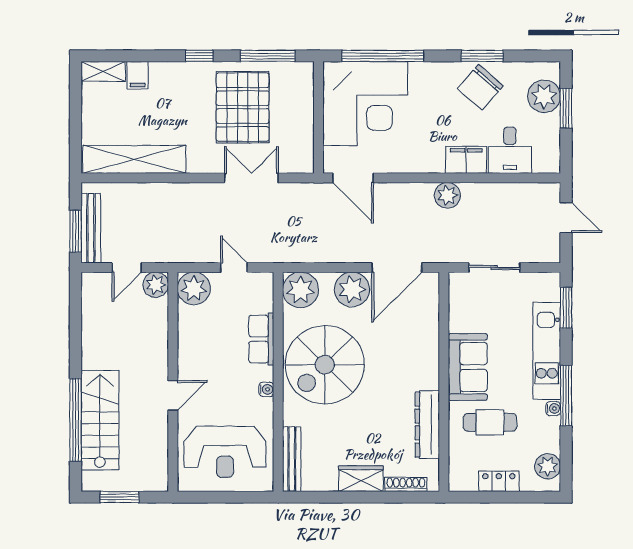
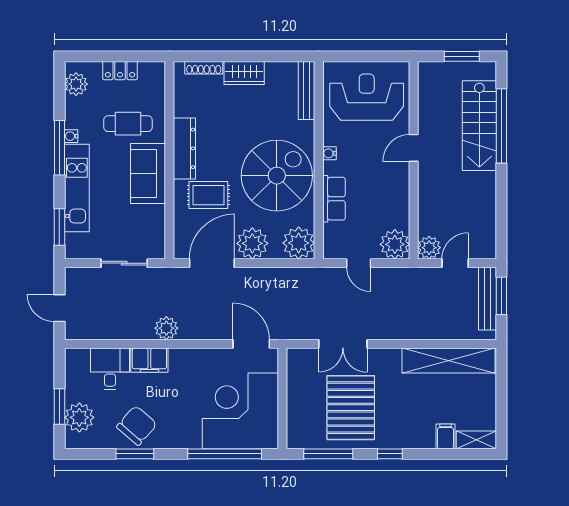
rug: (401, 343) -> (208, 195), added
dresser: (427, 425) -> (184, 148), moved

